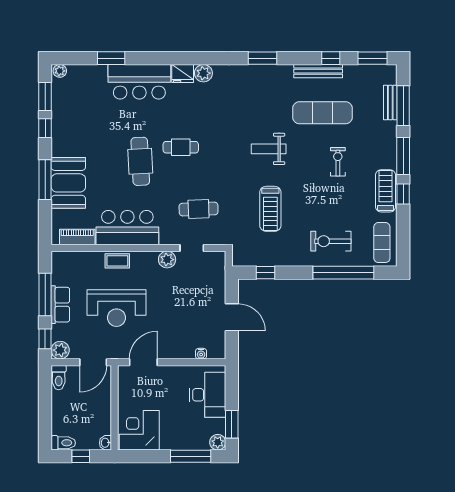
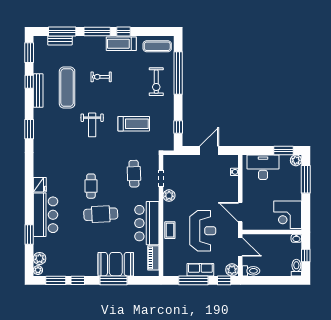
plant: (203, 73) -> (40, 258), moved

